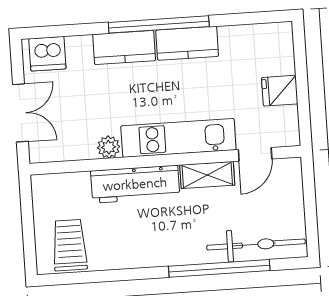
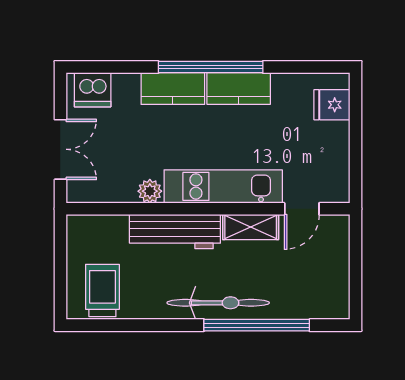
fridge: (280, 91) -> (332, 105), moved
bicycle: (256, 245) -> (218, 303), moved

